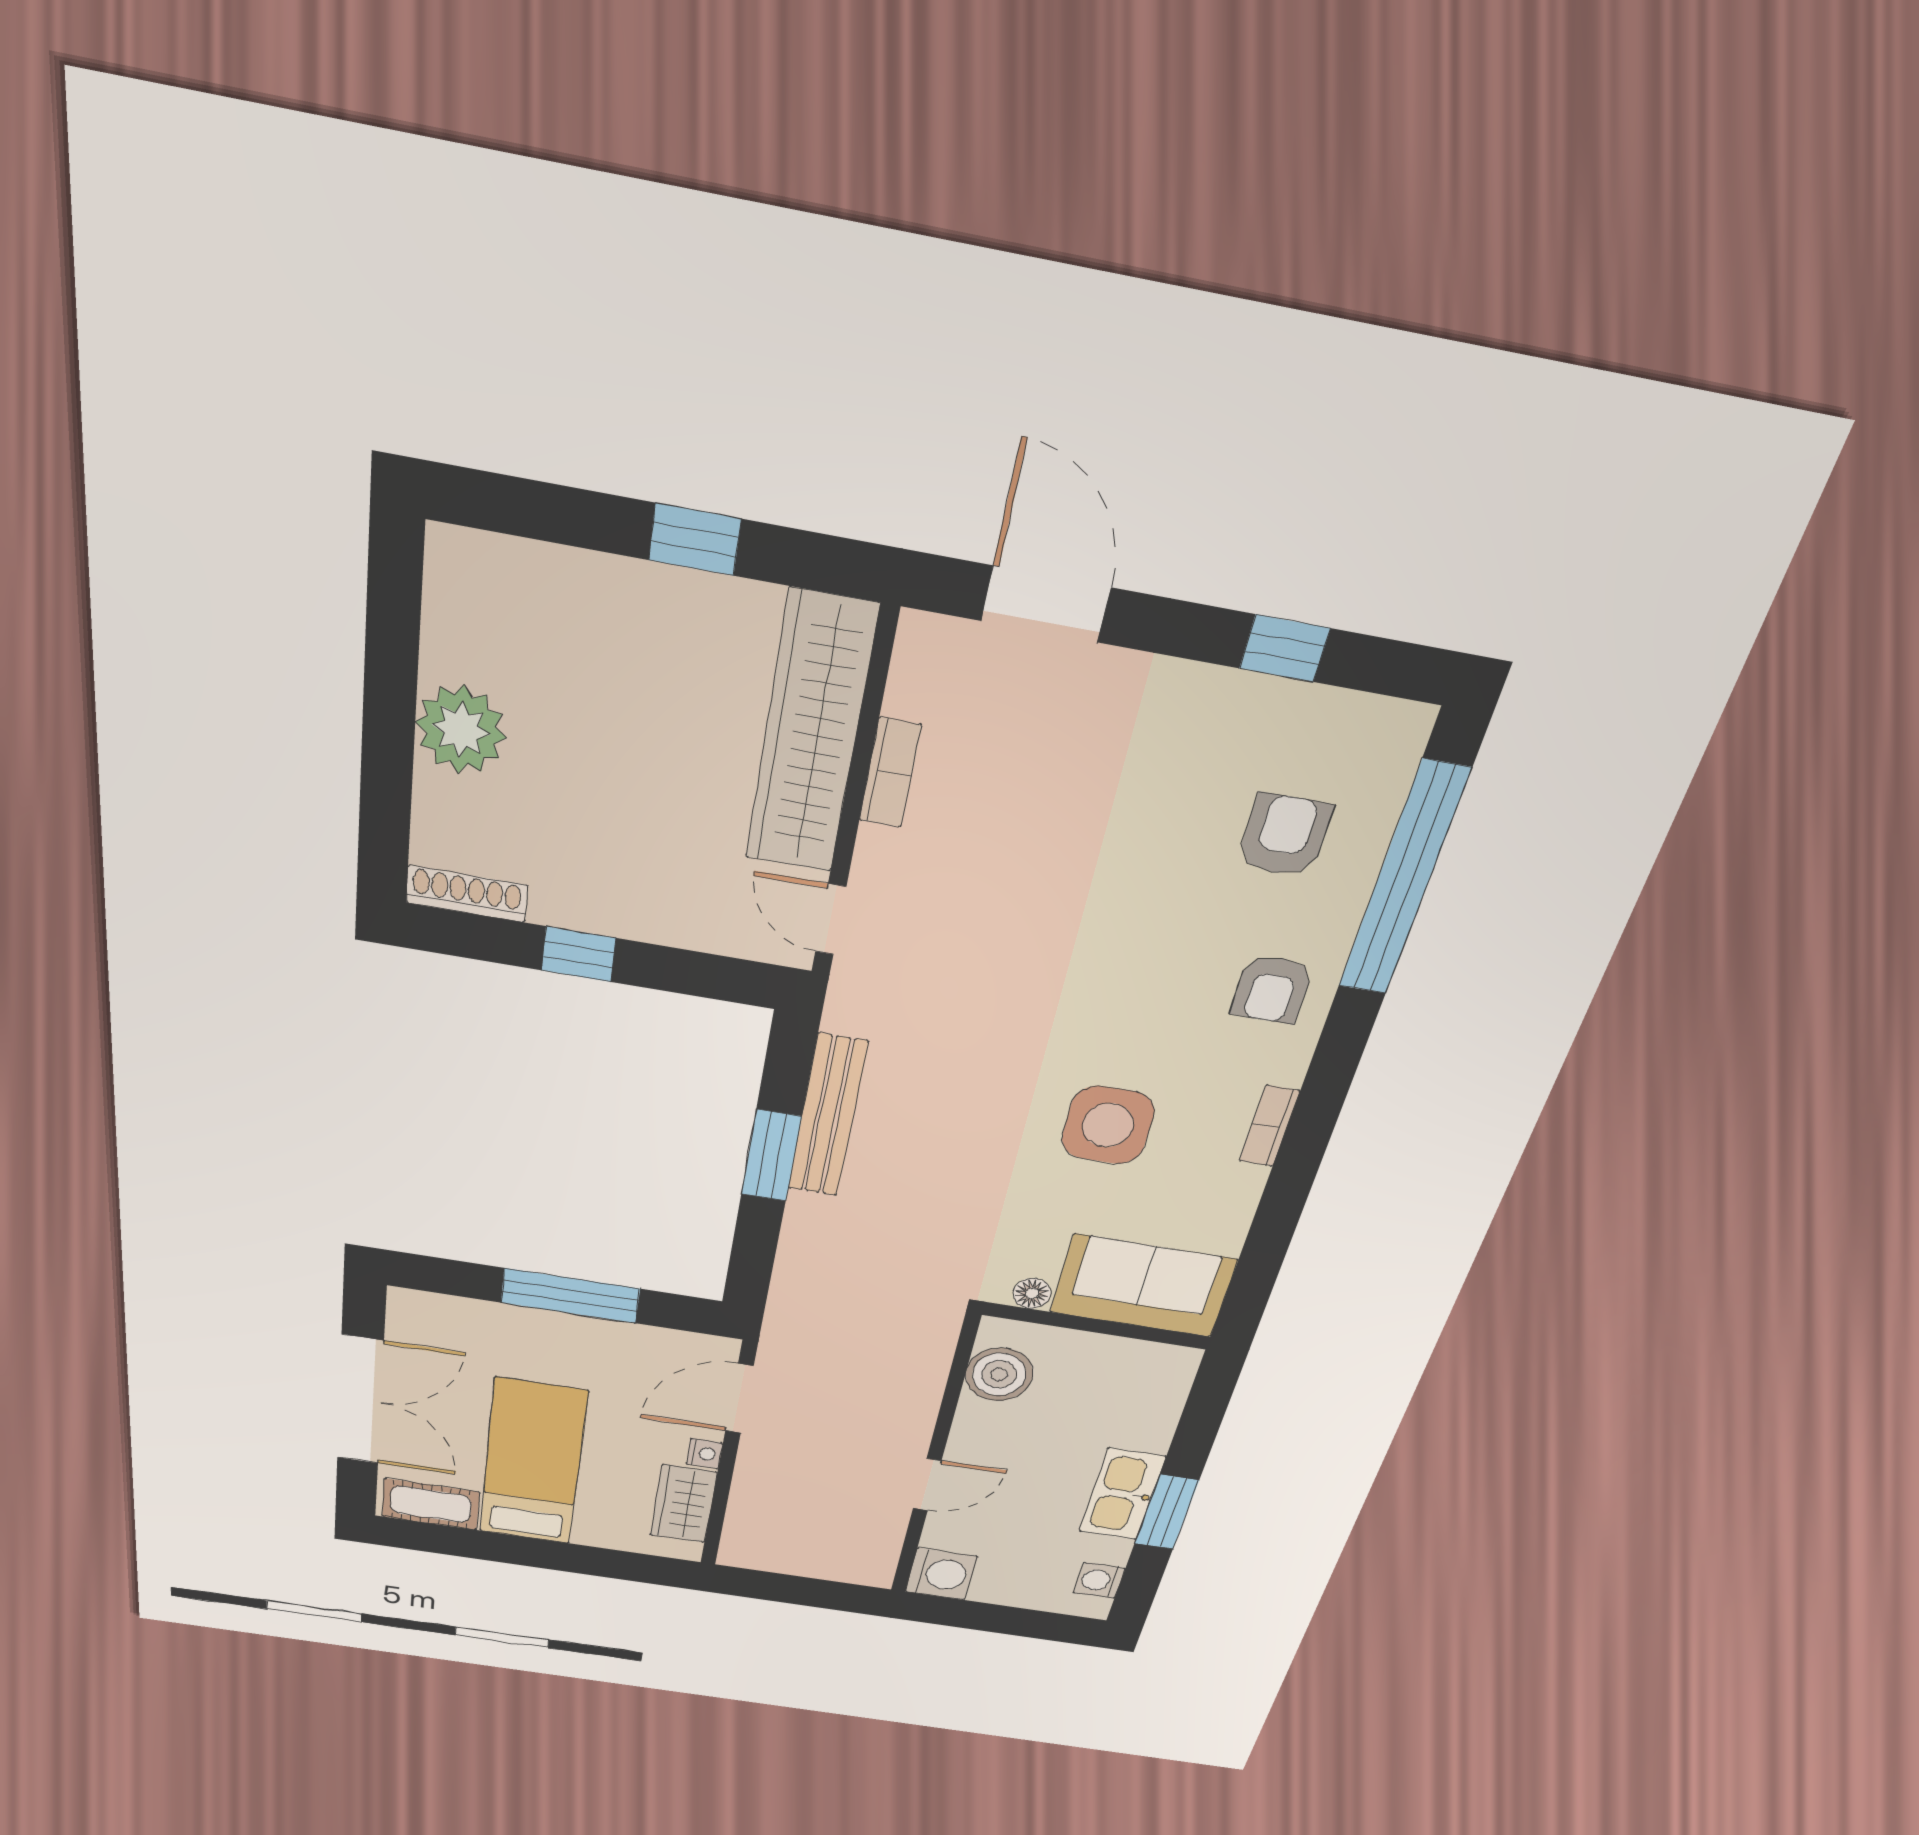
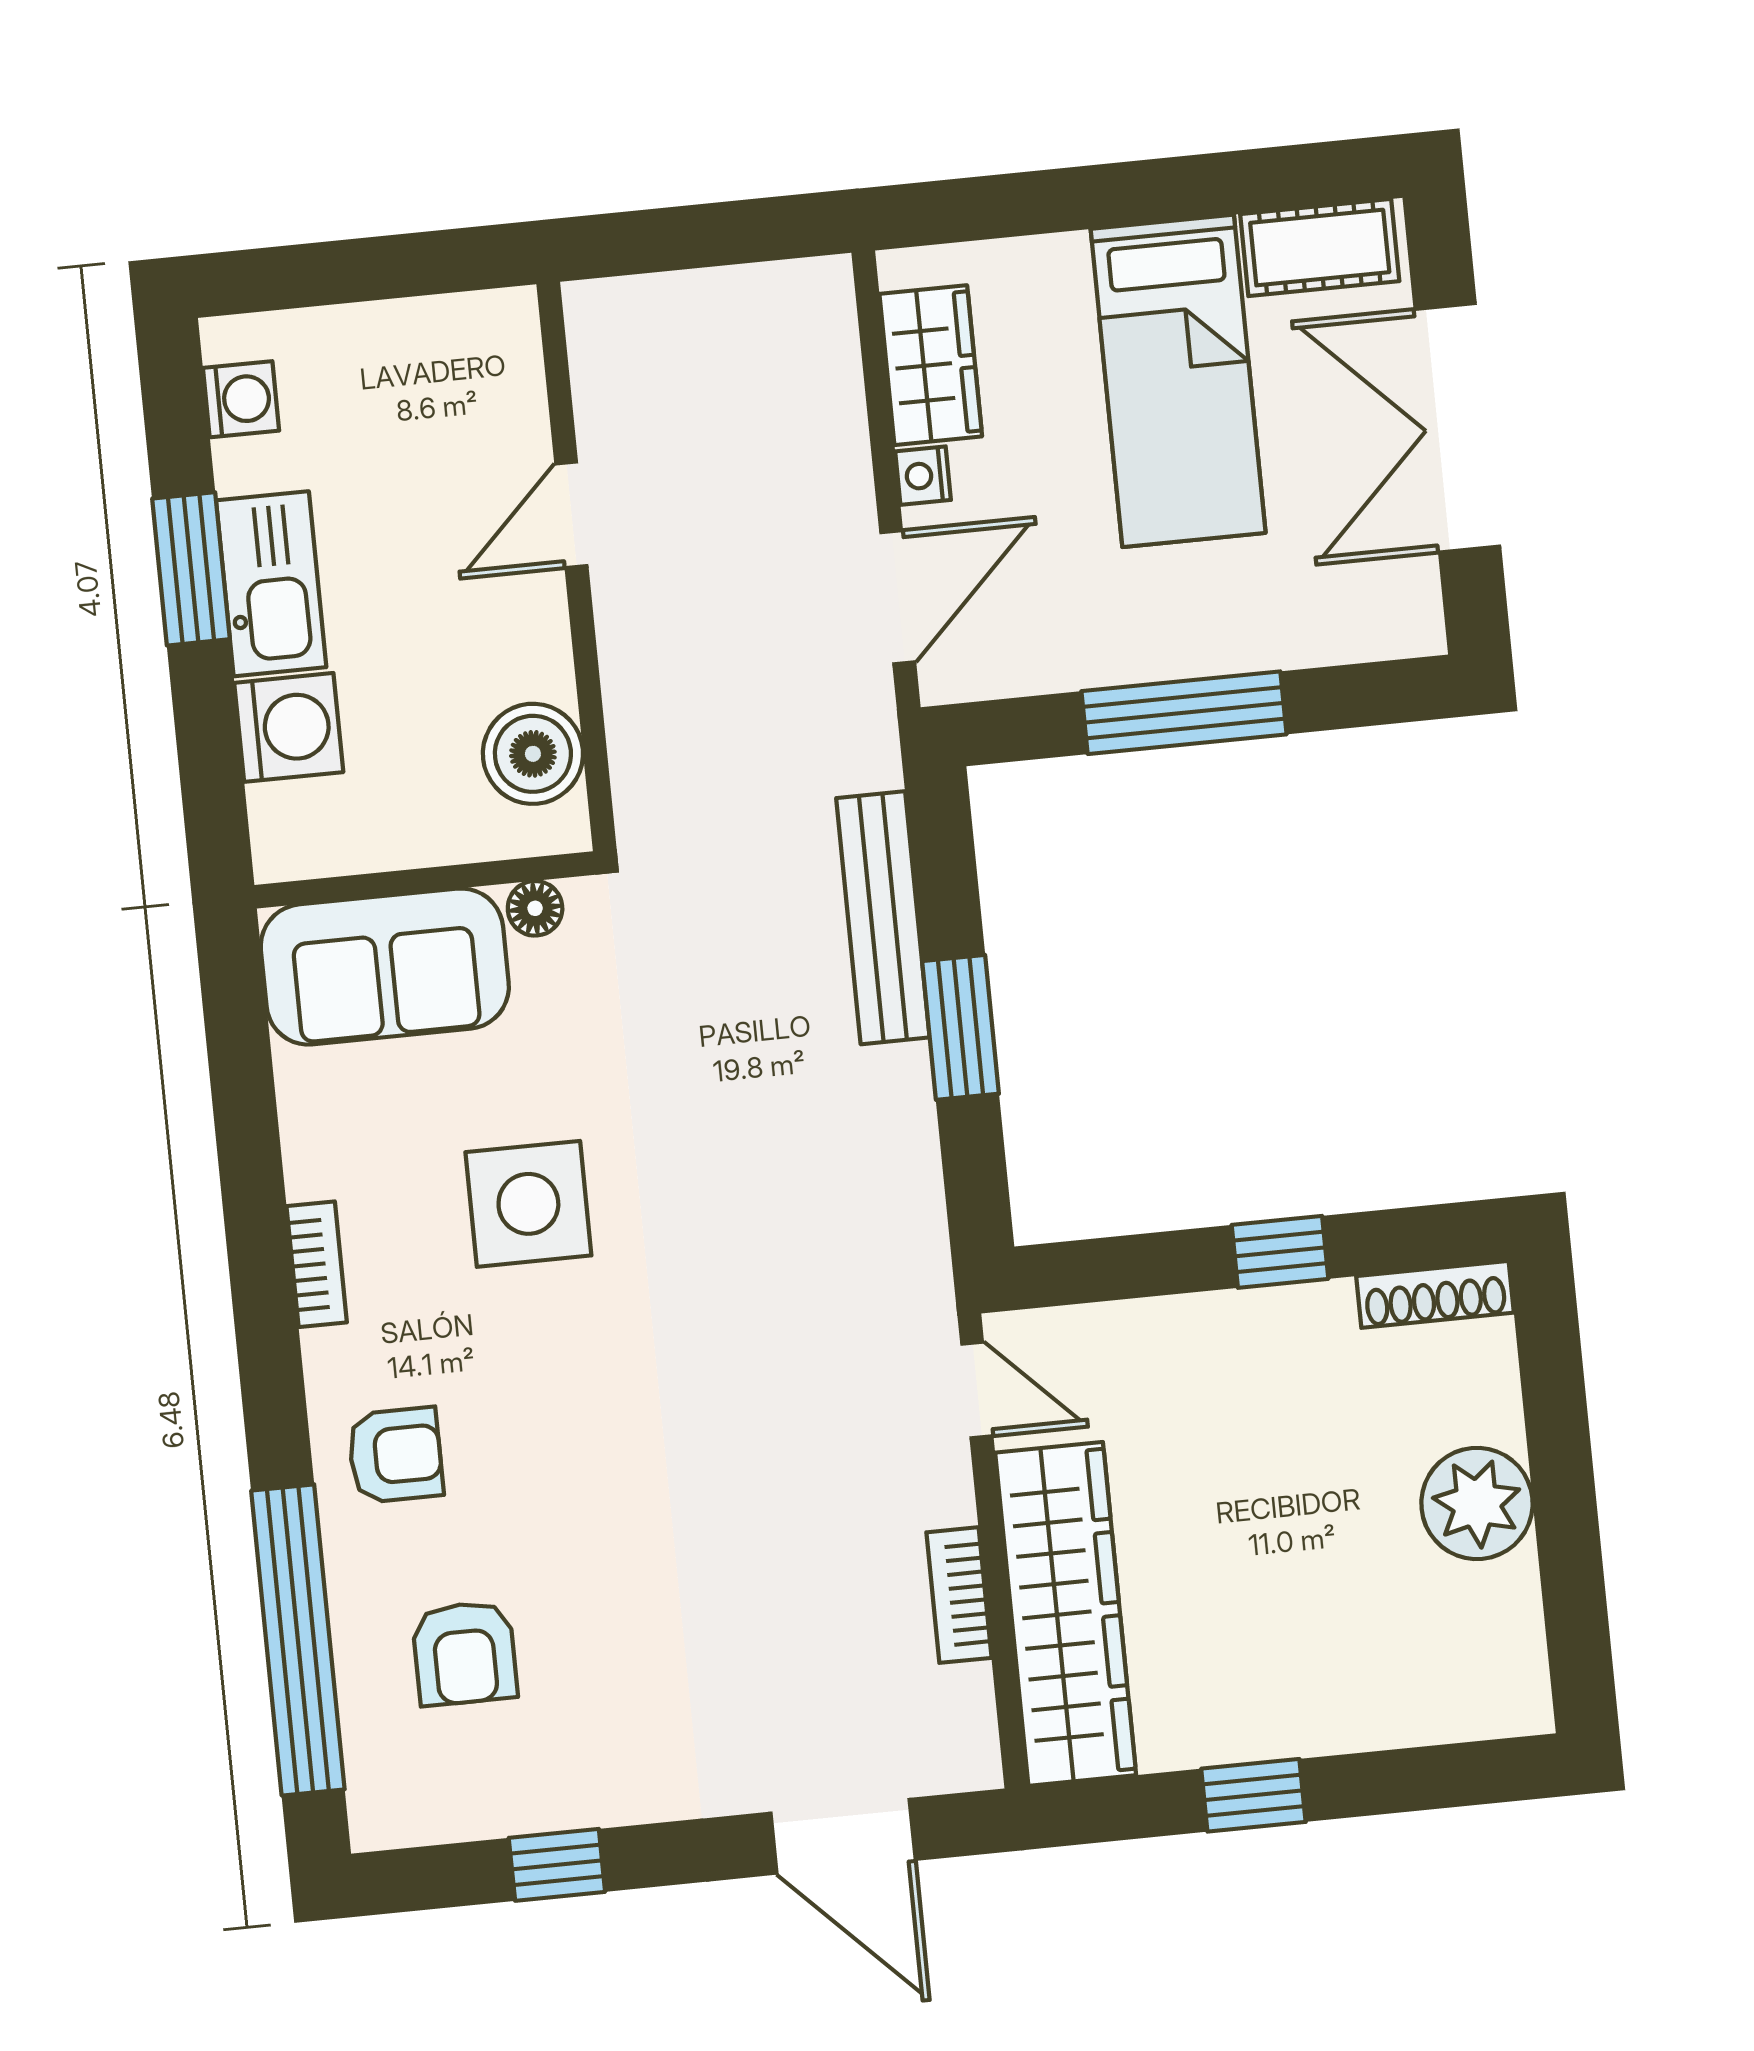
armchair: (1272, 989) -> (395, 1455), turned 90
bench: (828, 1116) -> (883, 918), moved
washing machine: (941, 1574) -> (289, 727), moved, turned 180

